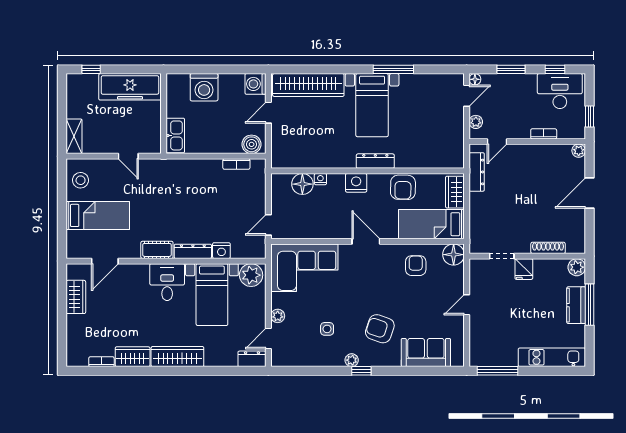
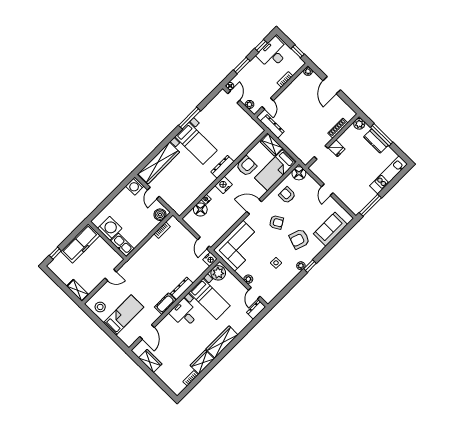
washing machine: (204, 87) -> (110, 228), moved, turned -90
armchair: (403, 187) -> (246, 166), turned -91
nightstand: (221, 251) -> (210, 259), moved
armchair: (373, 284) -> (276, 222), added

